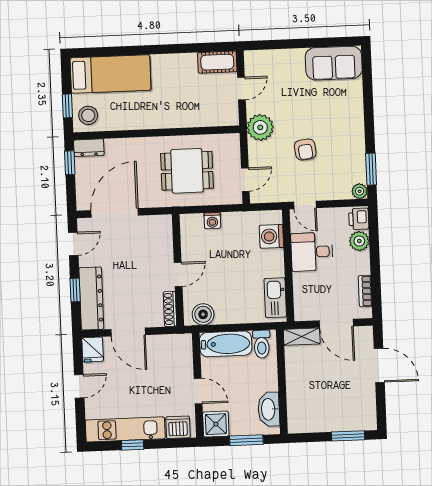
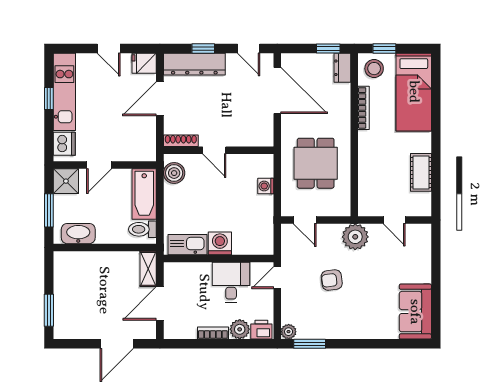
cot: (217, 62) -> (421, 172), moved
bookcase: (129, 124) -> (364, 108), added
washing machine: (271, 236) -> (220, 243), moved
bookcase: (365, 291) -> (213, 333), moved

